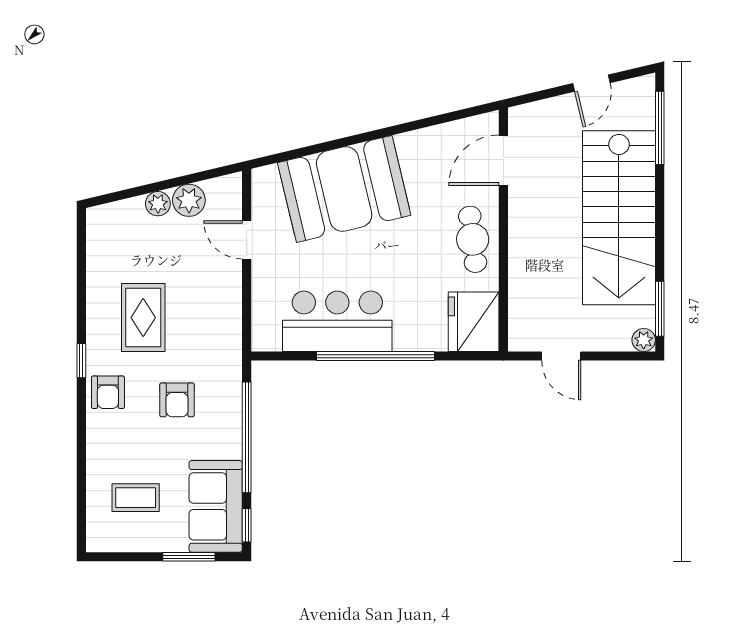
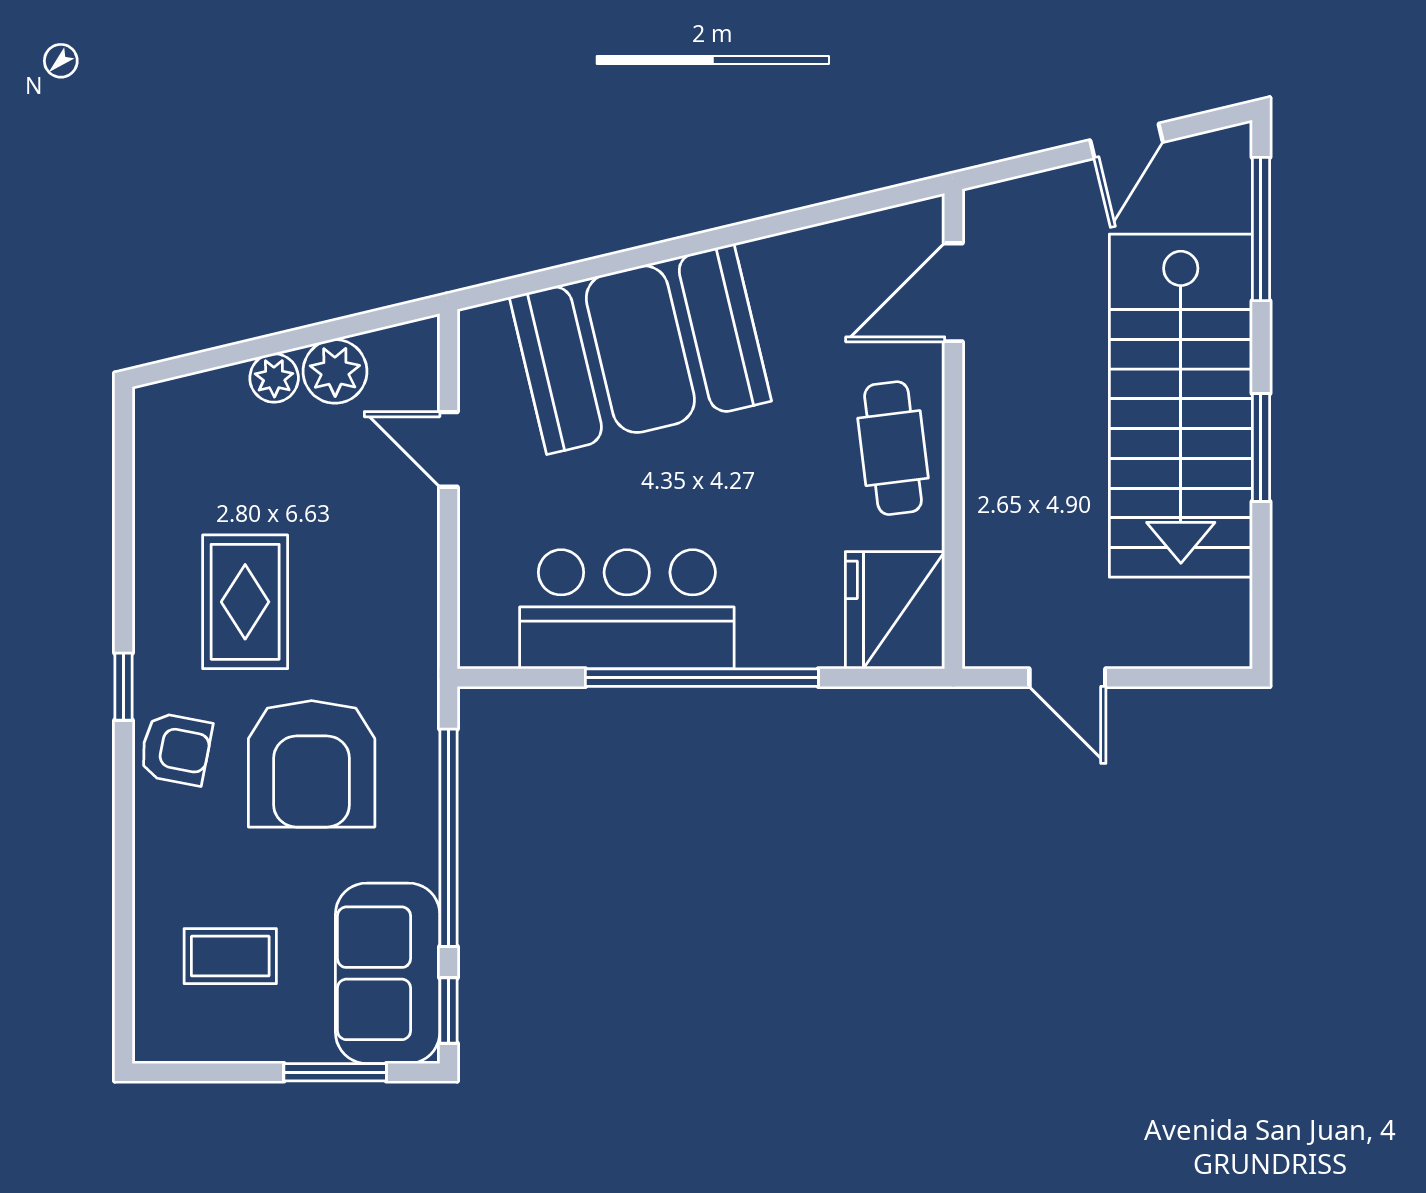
window: (660, 309) -> (1261, 448), moved
plant: (644, 340) -> (1229, 646), removed
armchair: (108, 392) -> (176, 749), turned -79
armchair: (177, 400) -> (312, 764), width x1.88, depth x1.88

